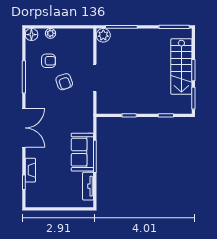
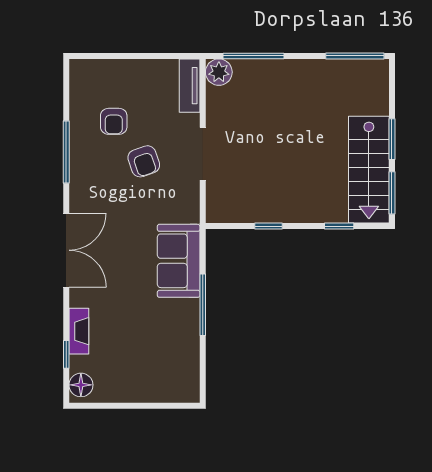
plant: (50, 33) -> (117, 68), removed
floor lamp: (31, 35) -> (81, 385), moved
armchair: (49, 61) -> (114, 121), turned 90
stairs: (181, 67) -> (369, 170), moved
sofa: (82, 152) -> (179, 261), moved
tv unit: (88, 186) -> (190, 86), moved

